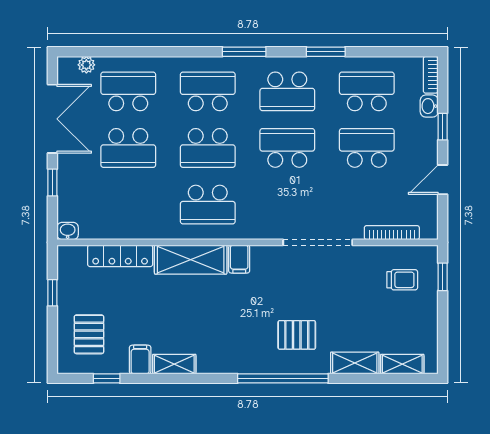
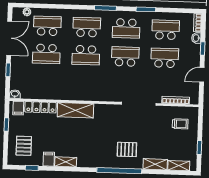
school desk: (208, 205) -> (85, 83), removed
filing cabinet: (239, 259) -> (18, 108), moved
window: (443, 277) -> (199, 148), moved

